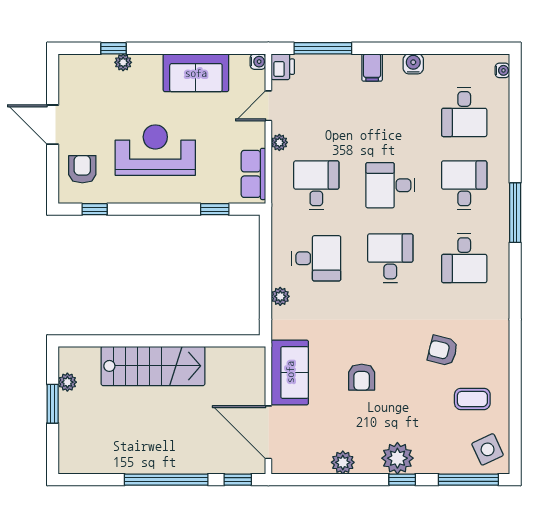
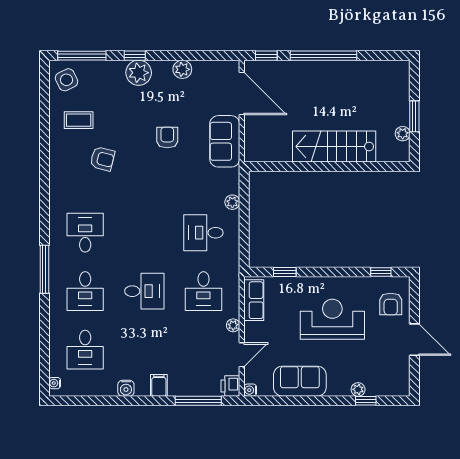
desk: (464, 112) -> (85, 350), turned 180
reception desk: (155, 150) -> (332, 319), turned 180
desk: (390, 258) -> (144, 233), removed

